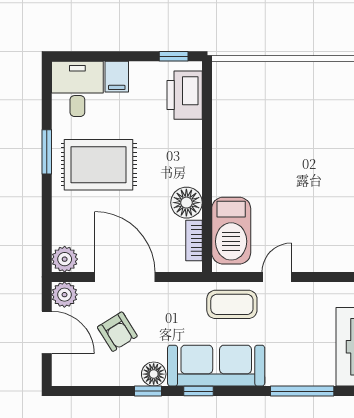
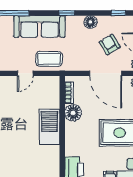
barbecue: (231, 231) -> (49, 127), moved
sofa: (216, 366) -> (39, 27), moved
window: (148, 391) -> (118, 13), moved

